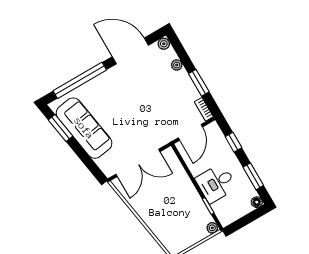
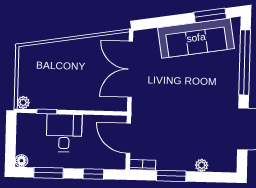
plant: (164, 44) -> (230, 165), removed

